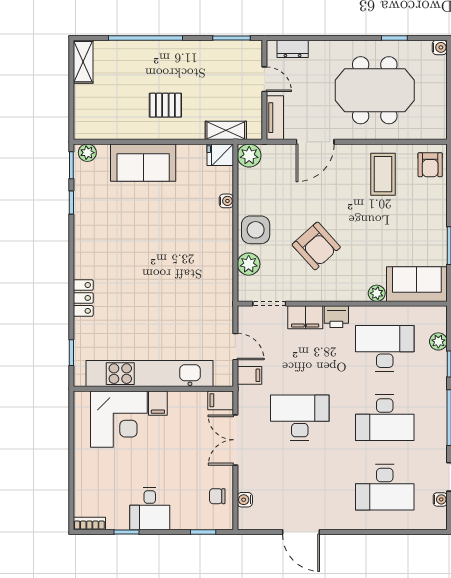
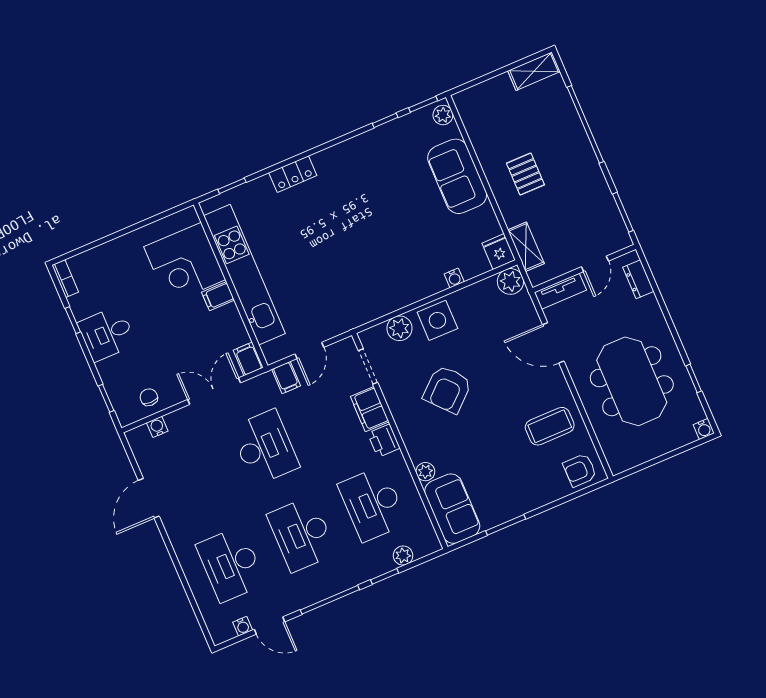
desk: (385, 348) -> (373, 504), turned 180

